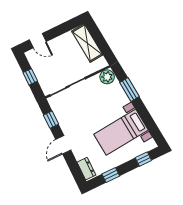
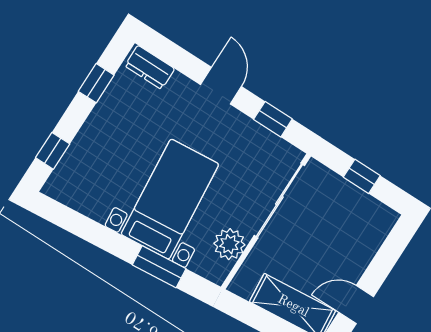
door: (38, 41) -> (356, 304), moved
plant: (107, 77) -> (229, 244), moved
bed with nightstands: (121, 132) -> (170, 199), moved

